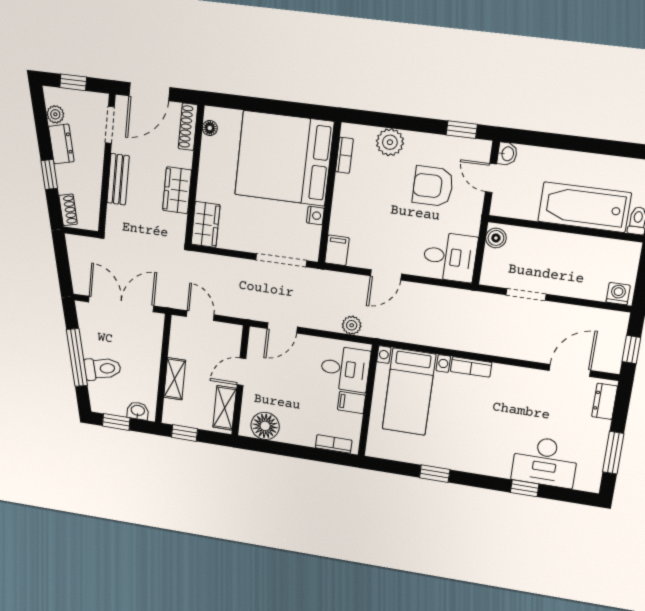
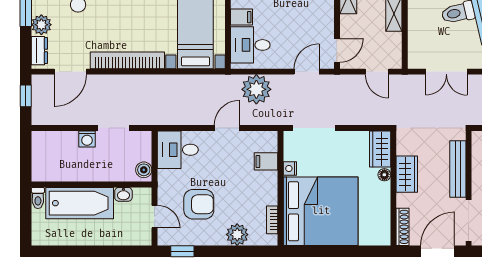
doorway: (110, 125) -> (469, 220), width x1.38
floor lamp: (210, 128) -> (384, 175), moved
washbasin: (507, 154) -> (123, 194), moved, turned -90
bench: (118, 179) -> (458, 169), width x1.36
filing cabinet: (337, 250) -> (266, 161), moved, turned 90
washing machine: (618, 294) -> (87, 139), moved
double door: (121, 304) -> (446, 72), width x0.73
plant: (352, 325) -> (256, 89), width x1.88, depth x1.88
bookcase: (471, 367) -> (127, 60), width x2.31, depth x1.31
door: (241, 372) -> (337, 50), moved
plant: (597, 431) -> (41, 25), added

